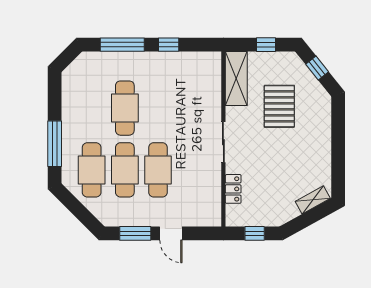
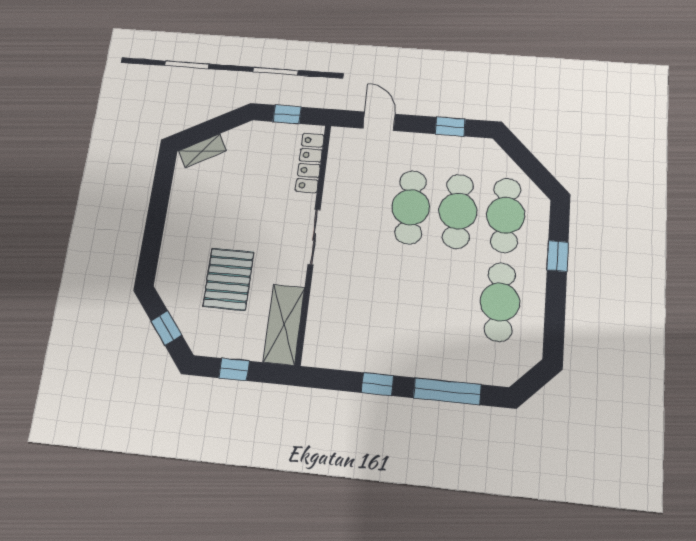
cafe table: (125, 108) -> (500, 302), moved
window: (55, 144) -> (558, 256), width x0.46
locker: (233, 189) -> (310, 163), width x1.53
window: (135, 233) -> (450, 127), width x0.67
door: (171, 233) -> (379, 121), moved

